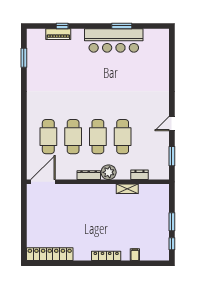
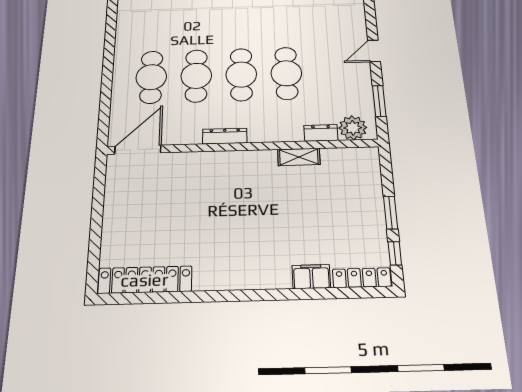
plant: (109, 172) -> (353, 128), moved
filing cabinet: (135, 255) -> (311, 277), width x2.00
locker: (106, 256) -> (362, 278), moved

